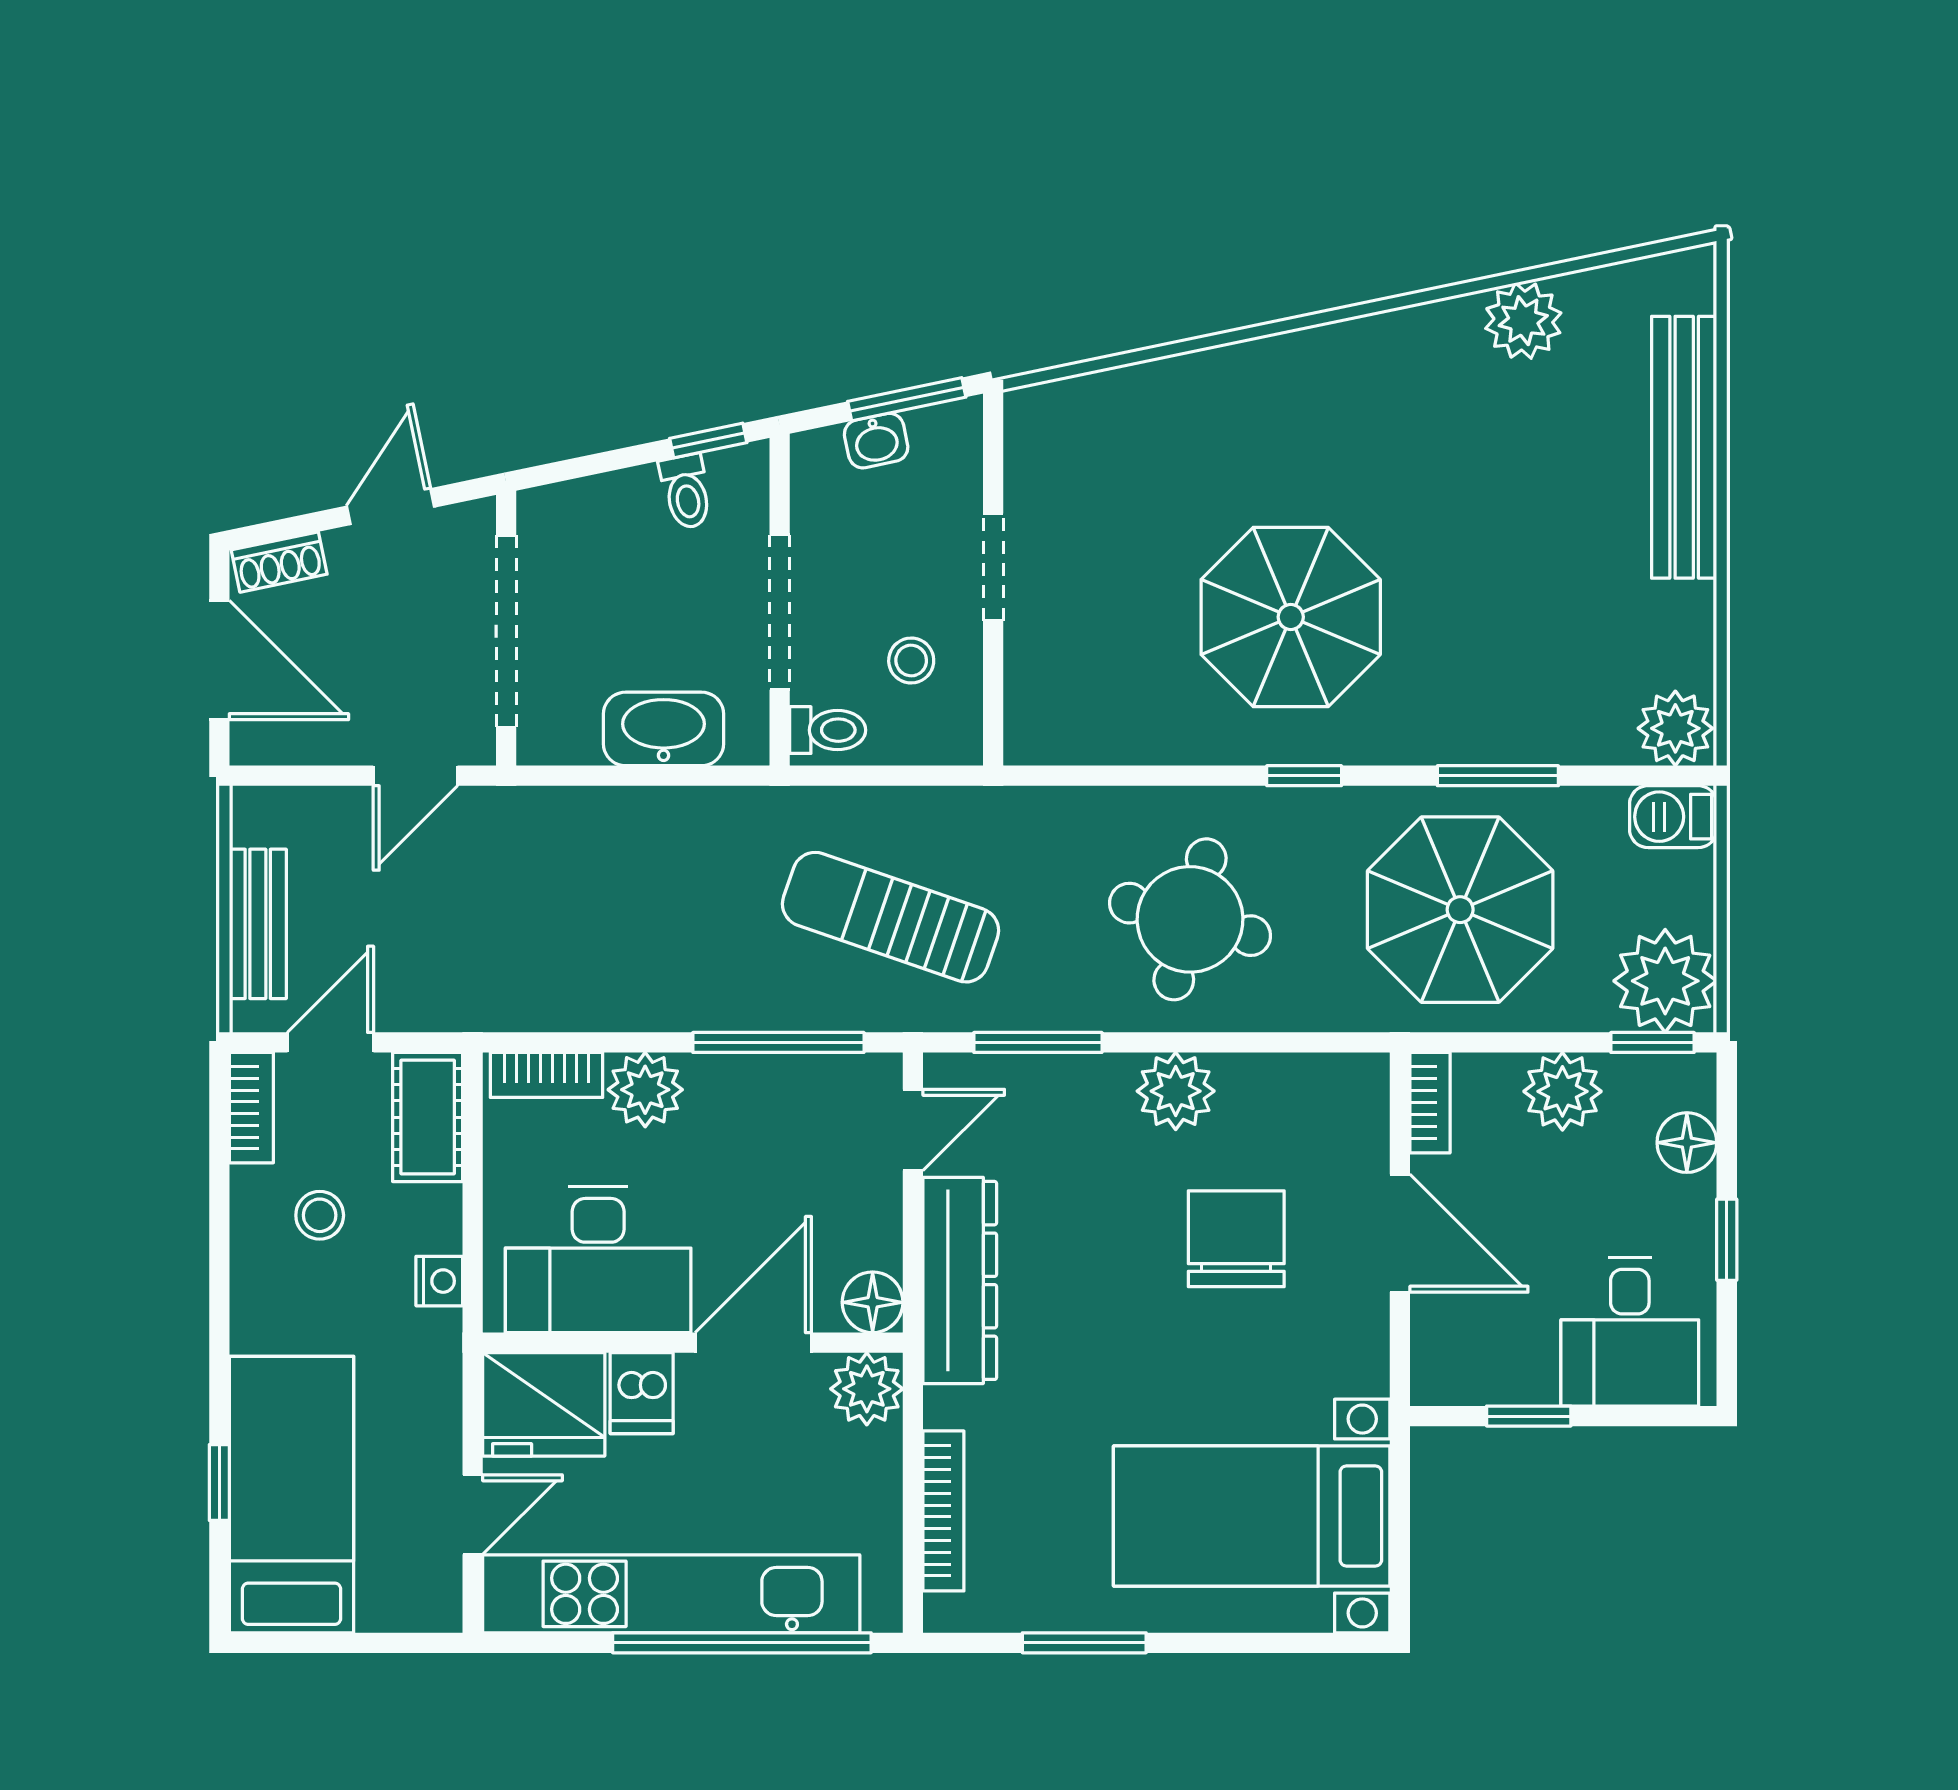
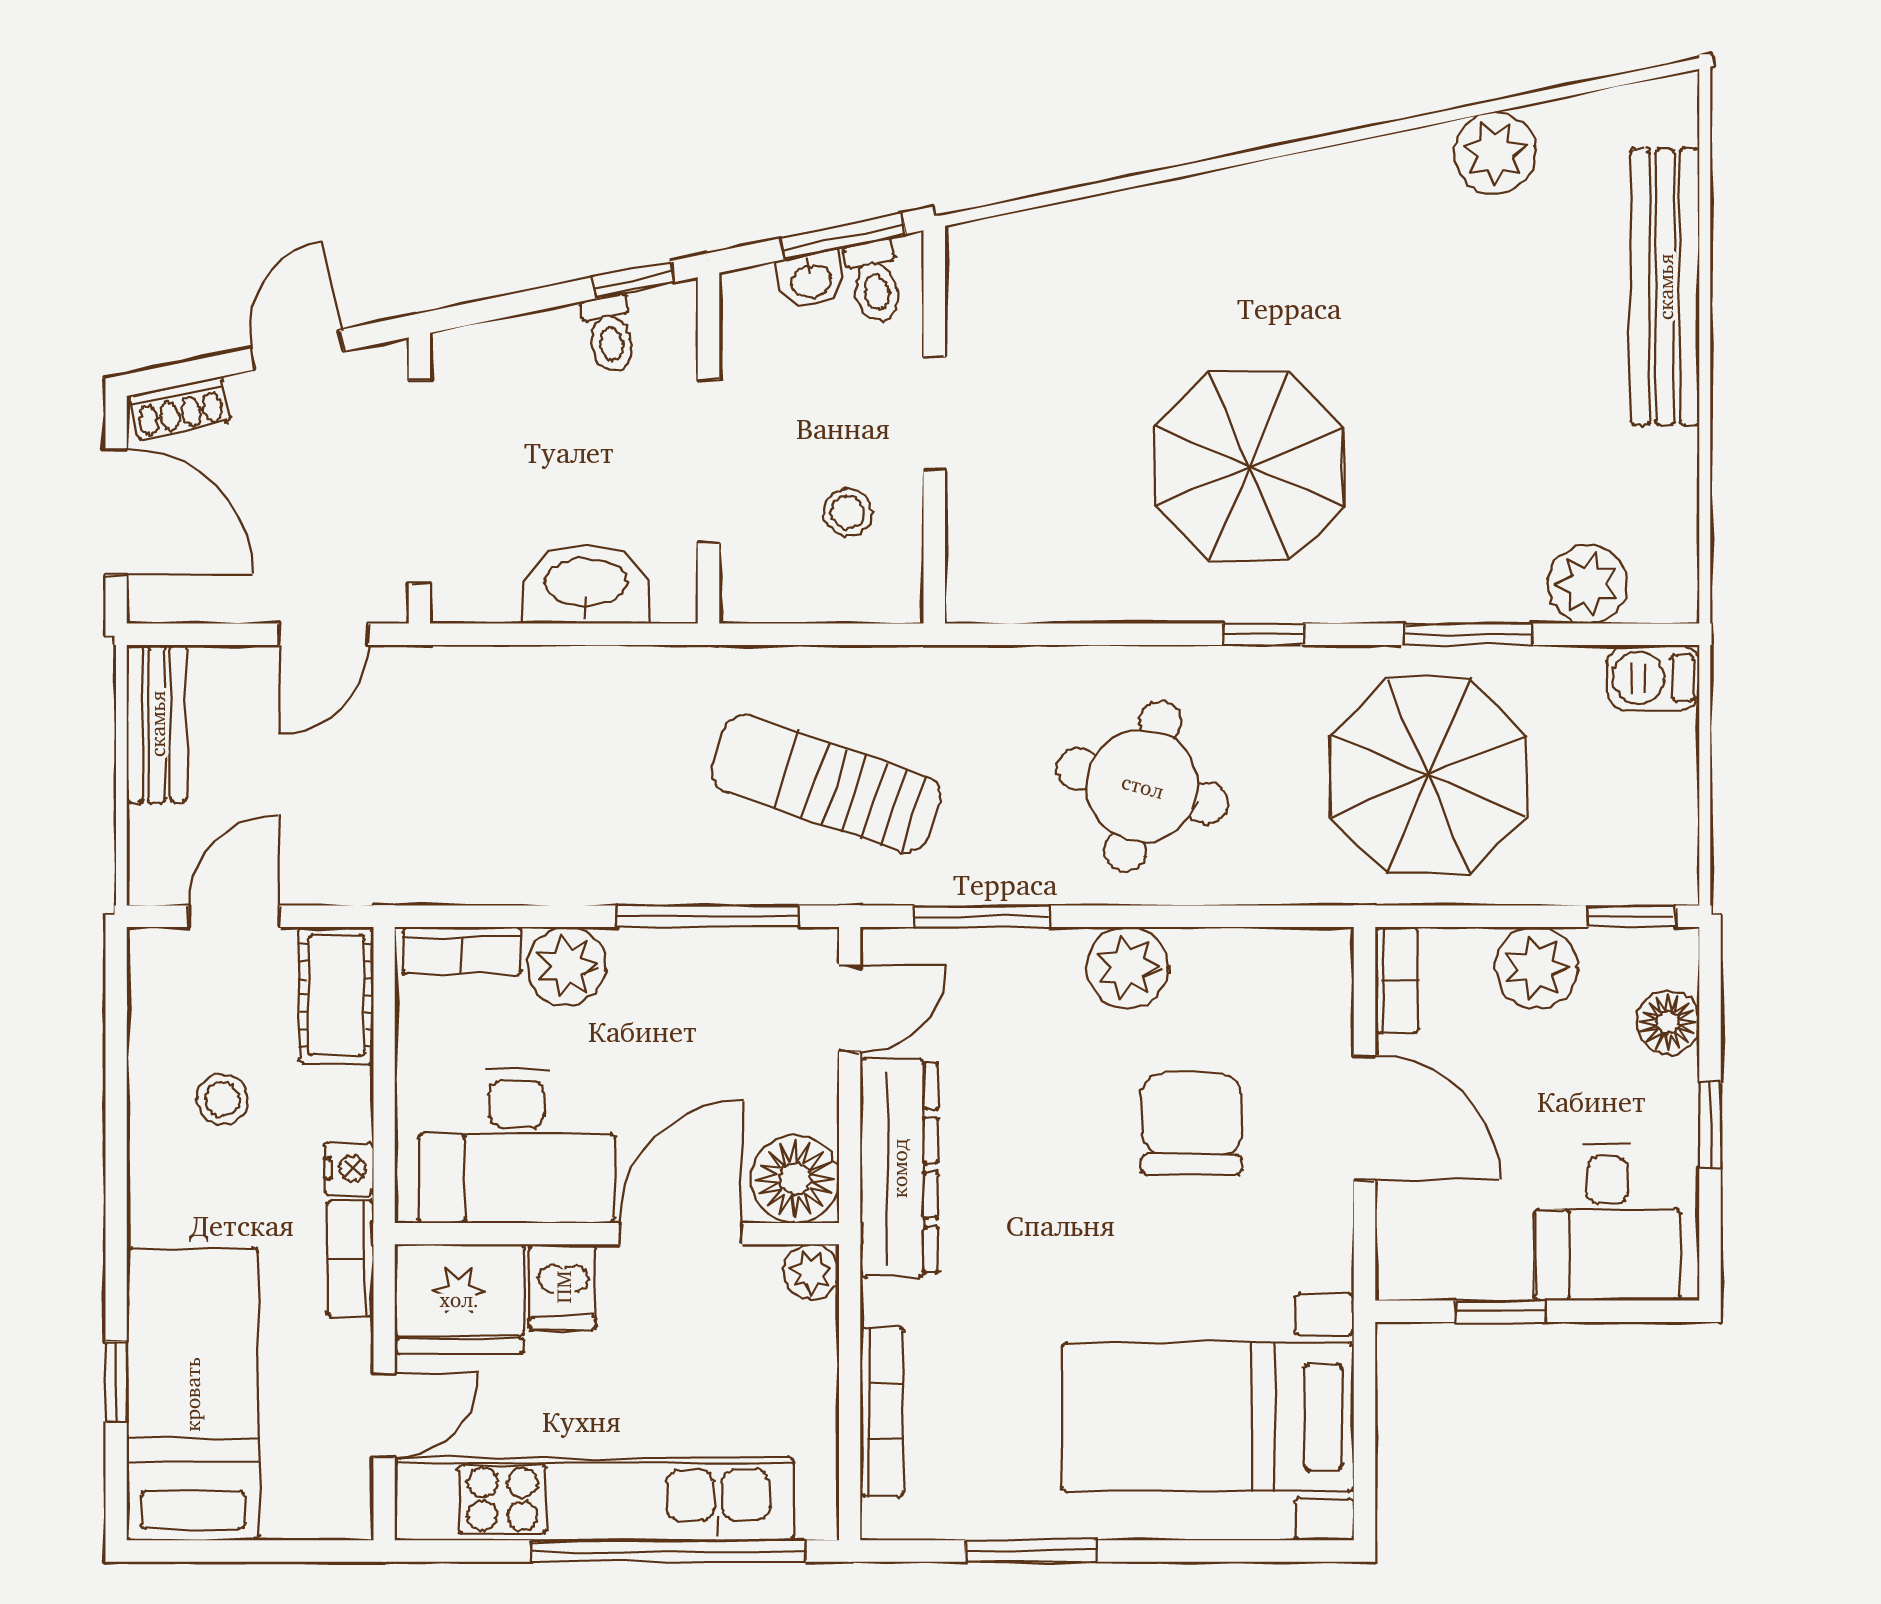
plant: (1675, 728) -> (1588, 584), moved
toilet: (828, 730) -> (874, 282), moved, turned 78
bench: (258, 924) -> (157, 724), moved
plant: (1665, 981) -> (1645, 851), removed
bookcase: (251, 1108) -> (350, 1259), moved, turned 180
floor lamp: (873, 1302) -> (795, 1179), width x1.38, depth x1.38
plant: (867, 1389) -> (811, 1272), width x0.73, depth x0.73

